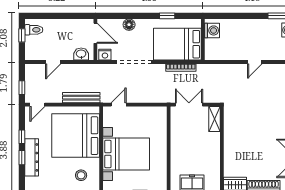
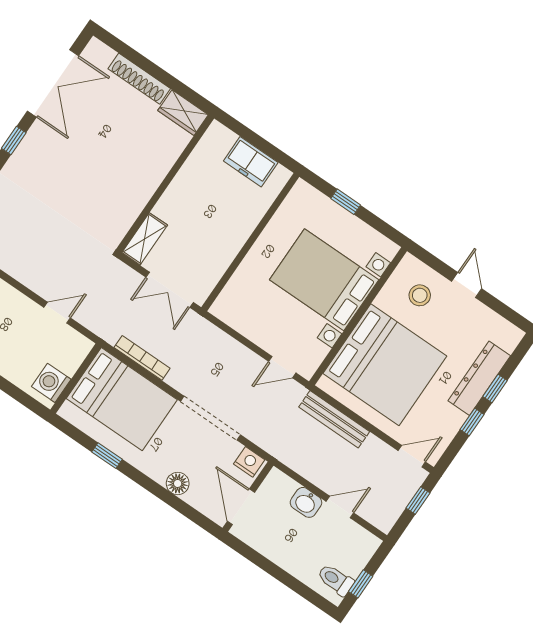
washbasin: (81, 54) -> (306, 502), moved
door: (255, 62) -> (57, 313), moved

